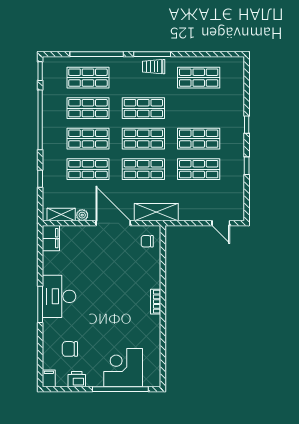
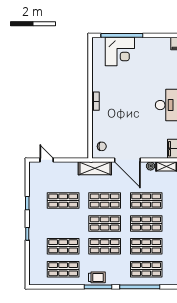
shop shelf: (199, 139) -> (63, 246), moved
chair: (70, 349) -> (160, 66), removed
printer: (77, 379) -> (155, 43), removed

